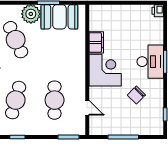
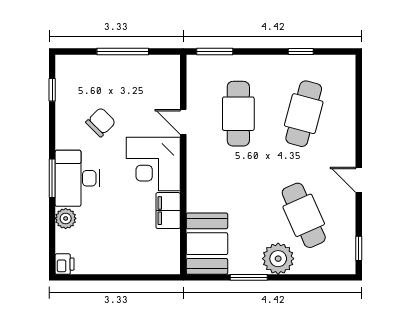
booth: (59, 17) -> (207, 244), moved, turned 90
plant: (157, 38) -> (66, 218), added
door: (87, 108) -> (183, 122), moved

